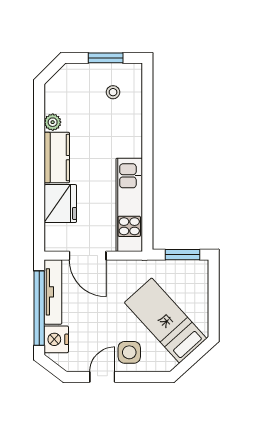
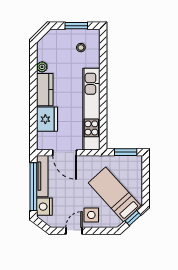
kitchen unit: (129, 205) -> (91, 109), width x1.36
window: (194, 357) -> (133, 218), added

